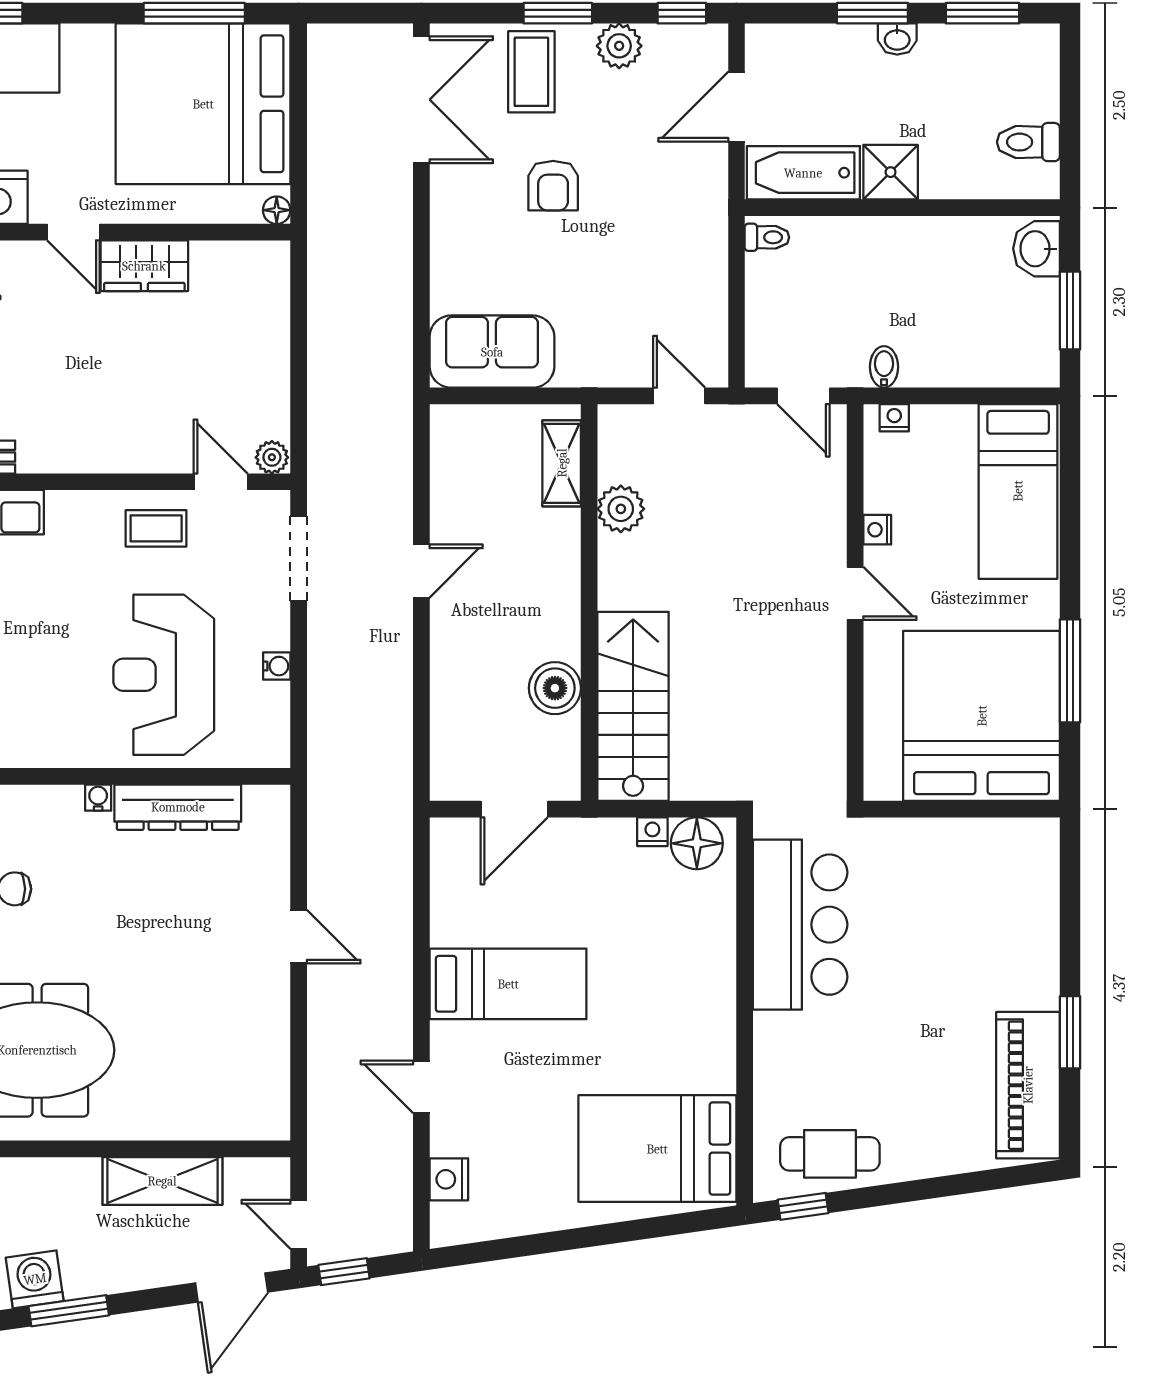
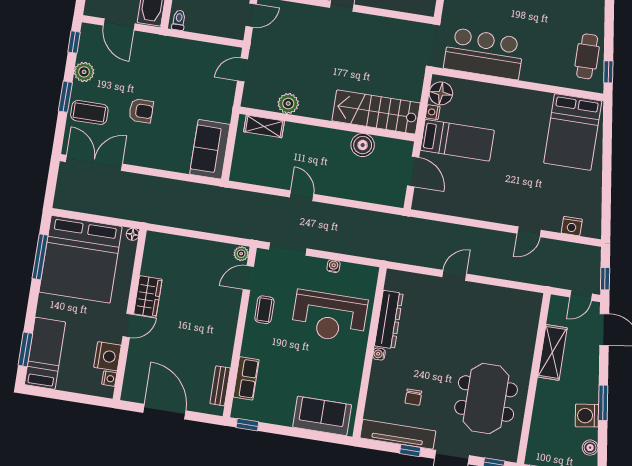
bed: (508, 984) -> (457, 140), moved, turned 90

